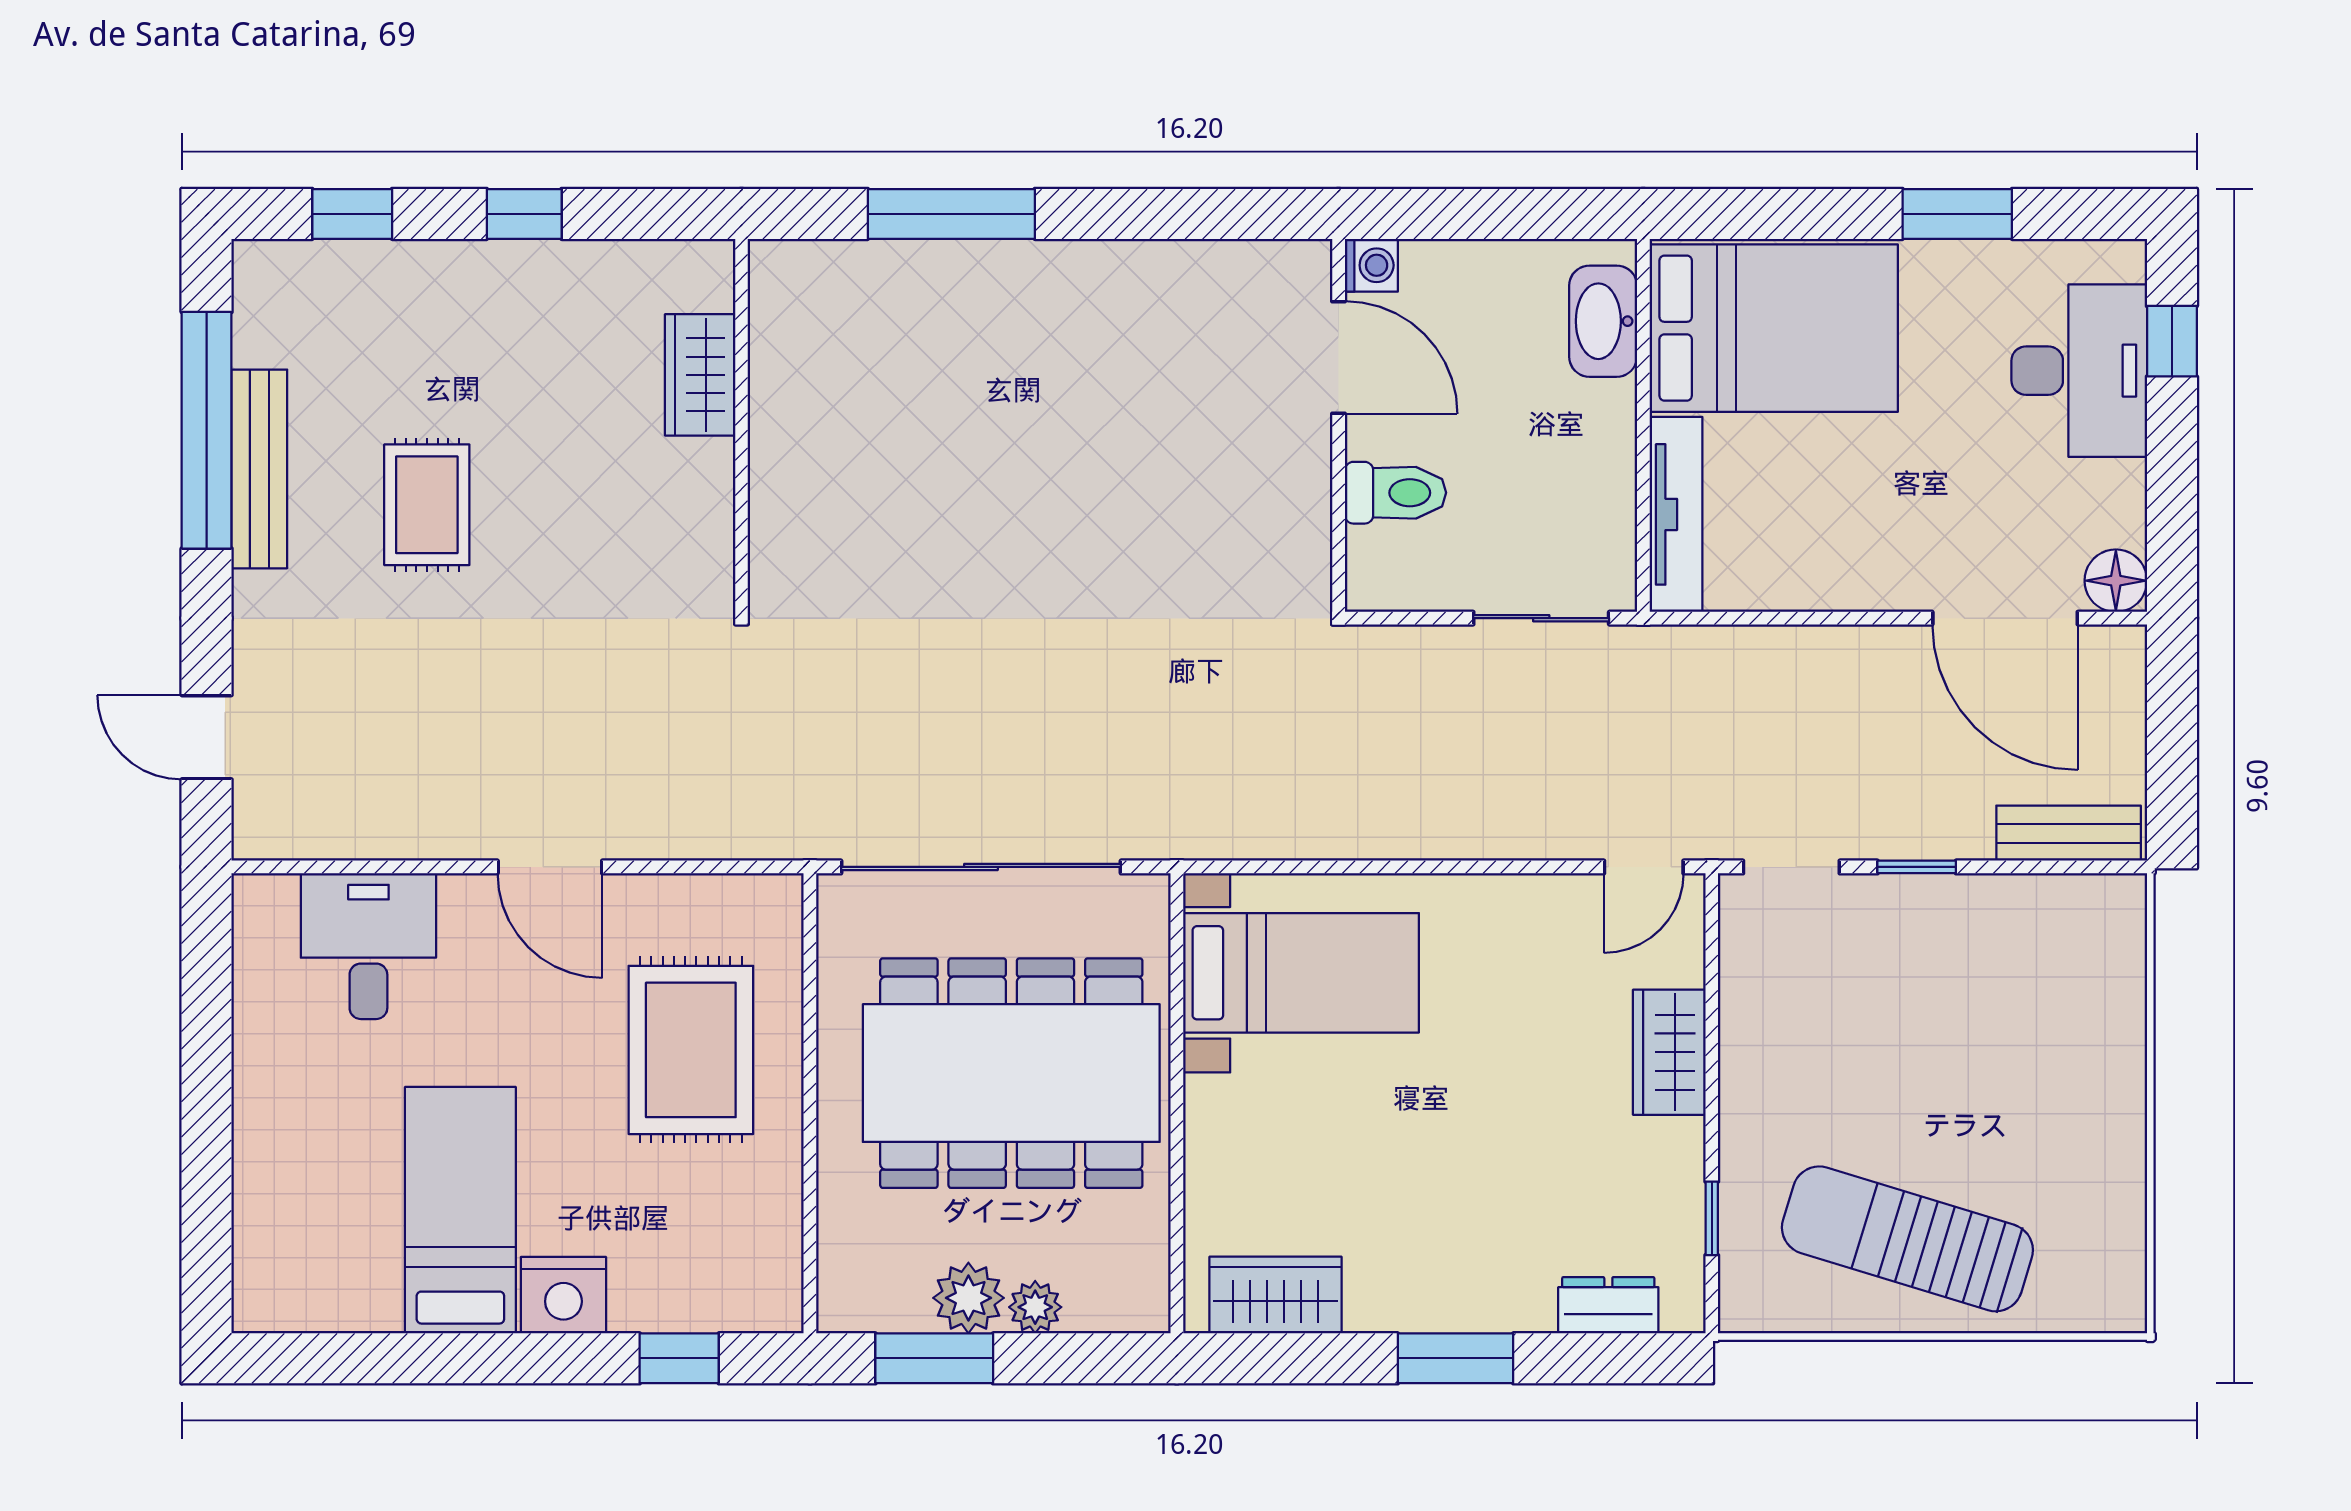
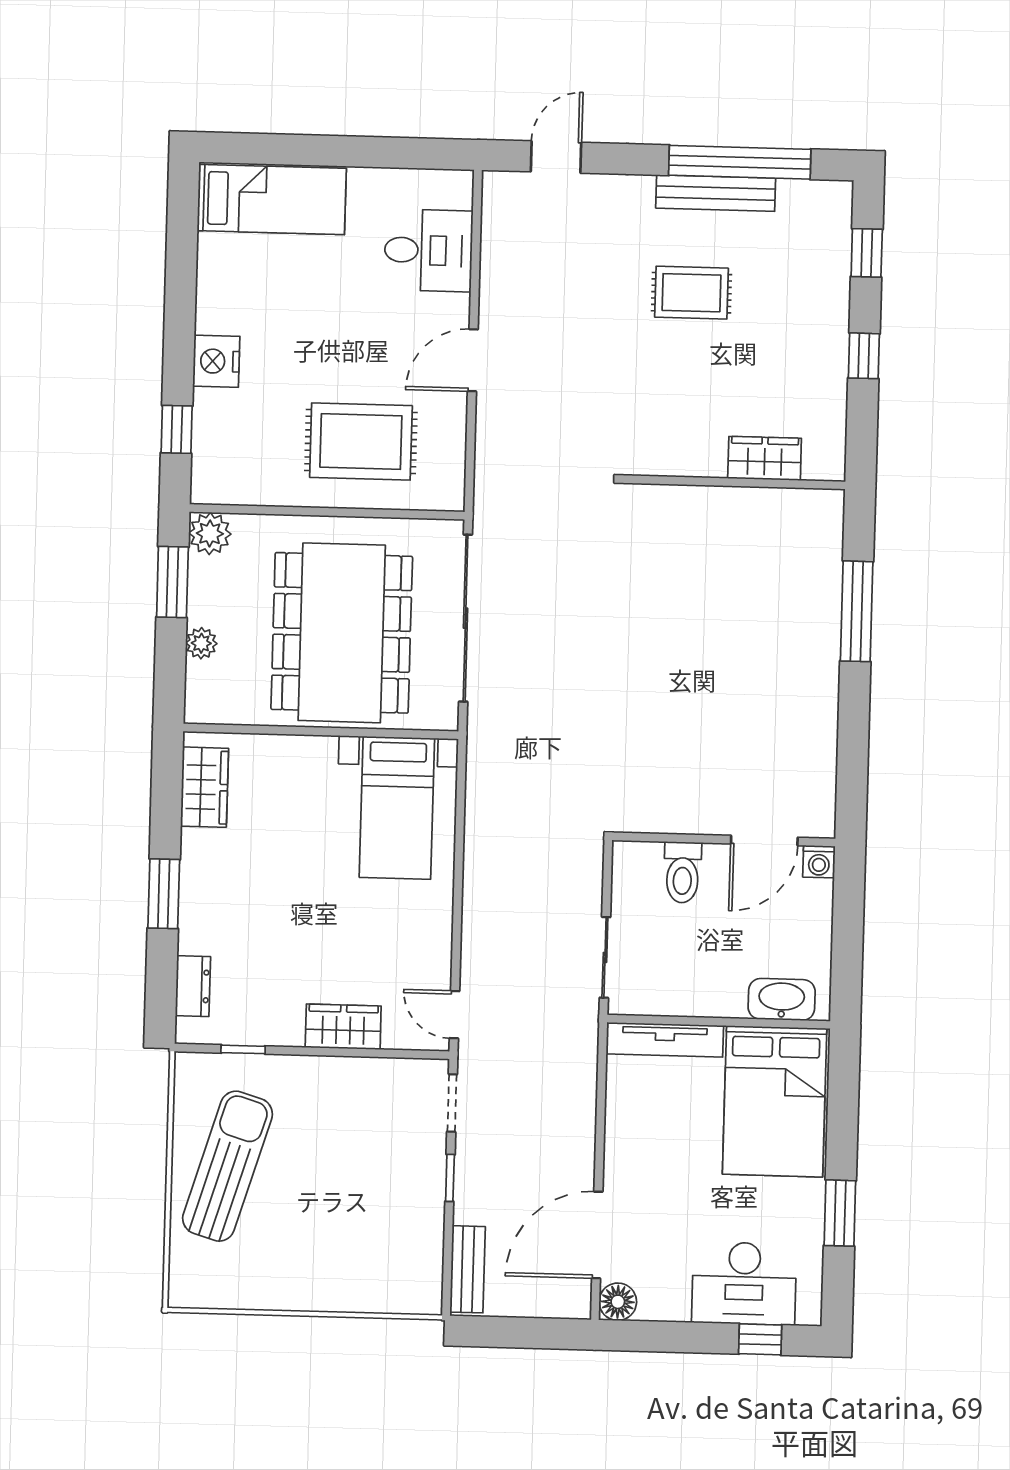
bed: (460, 1210) -> (272, 200), moved
plant: (968, 1298) -> (210, 533), moved

